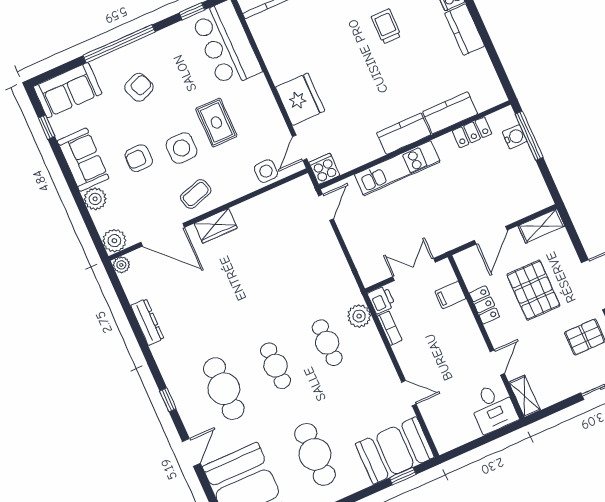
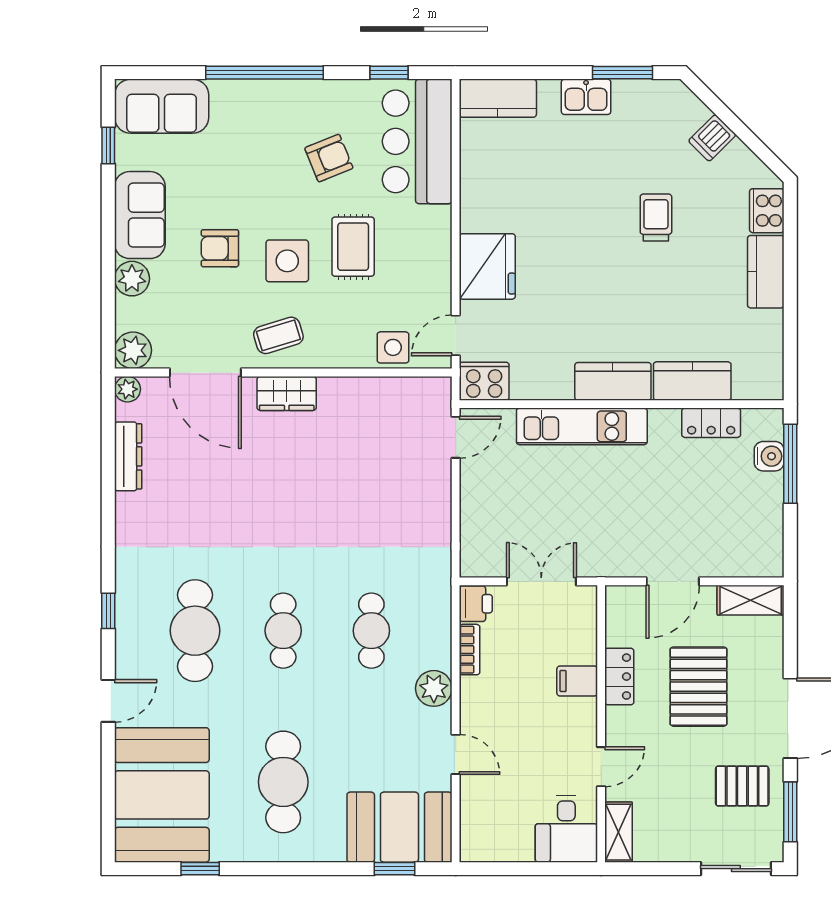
armchair: (139, 87) -> (329, 158), moved
cooker: (324, 169) -> (484, 381), width x1.36
filing cabinet: (450, 295) -> (577, 681), moved
plant: (359, 316) -> (434, 688), moved
dresser: (147, 322) -> (128, 456), moved

